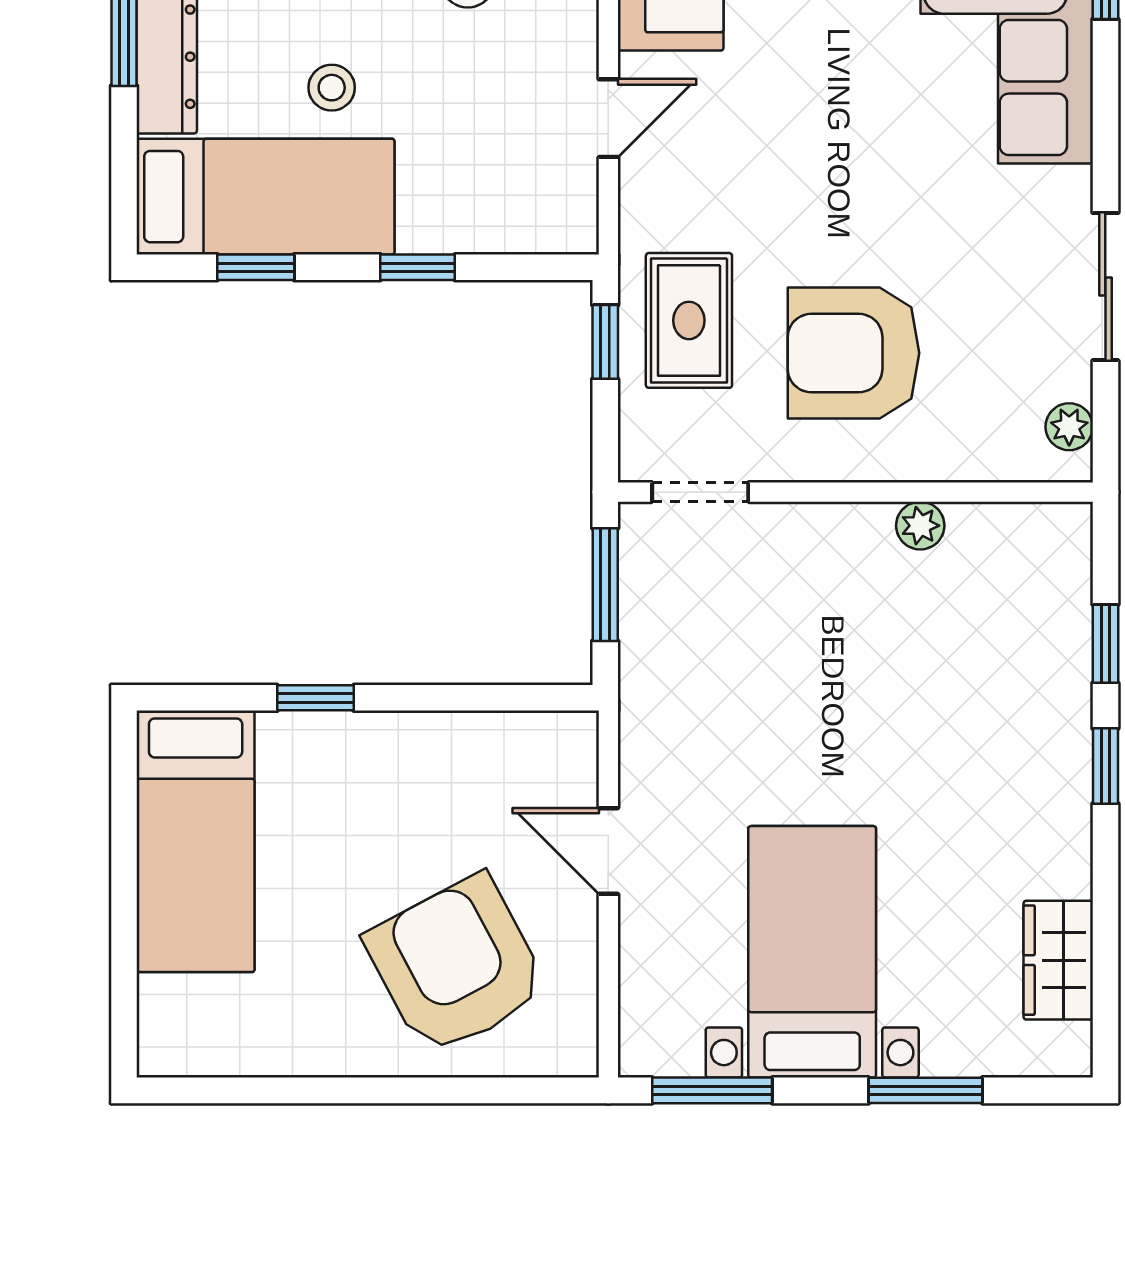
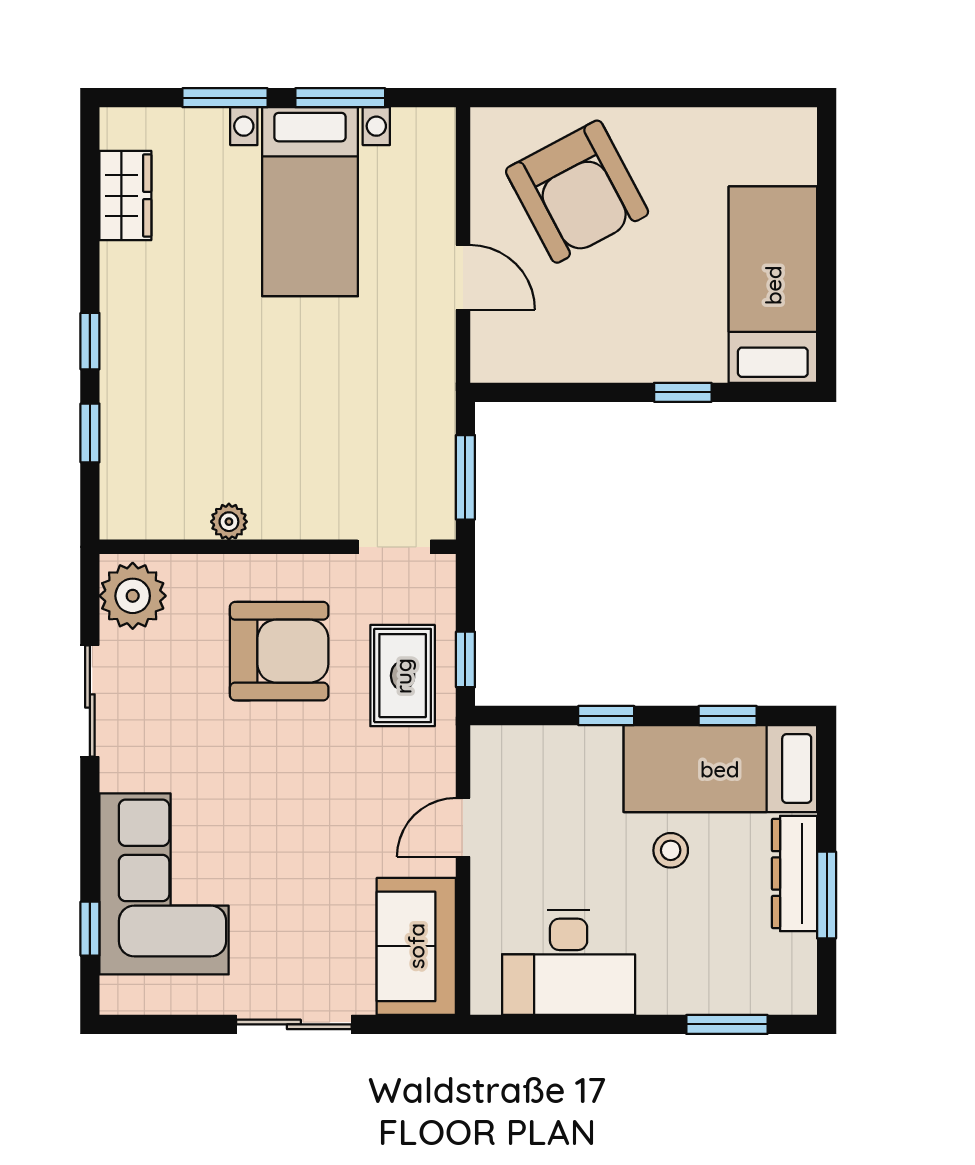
plant: (1069, 427) -> (133, 596), width x1.88, depth x1.88
window: (712, 1090) -> (340, 98), moved

